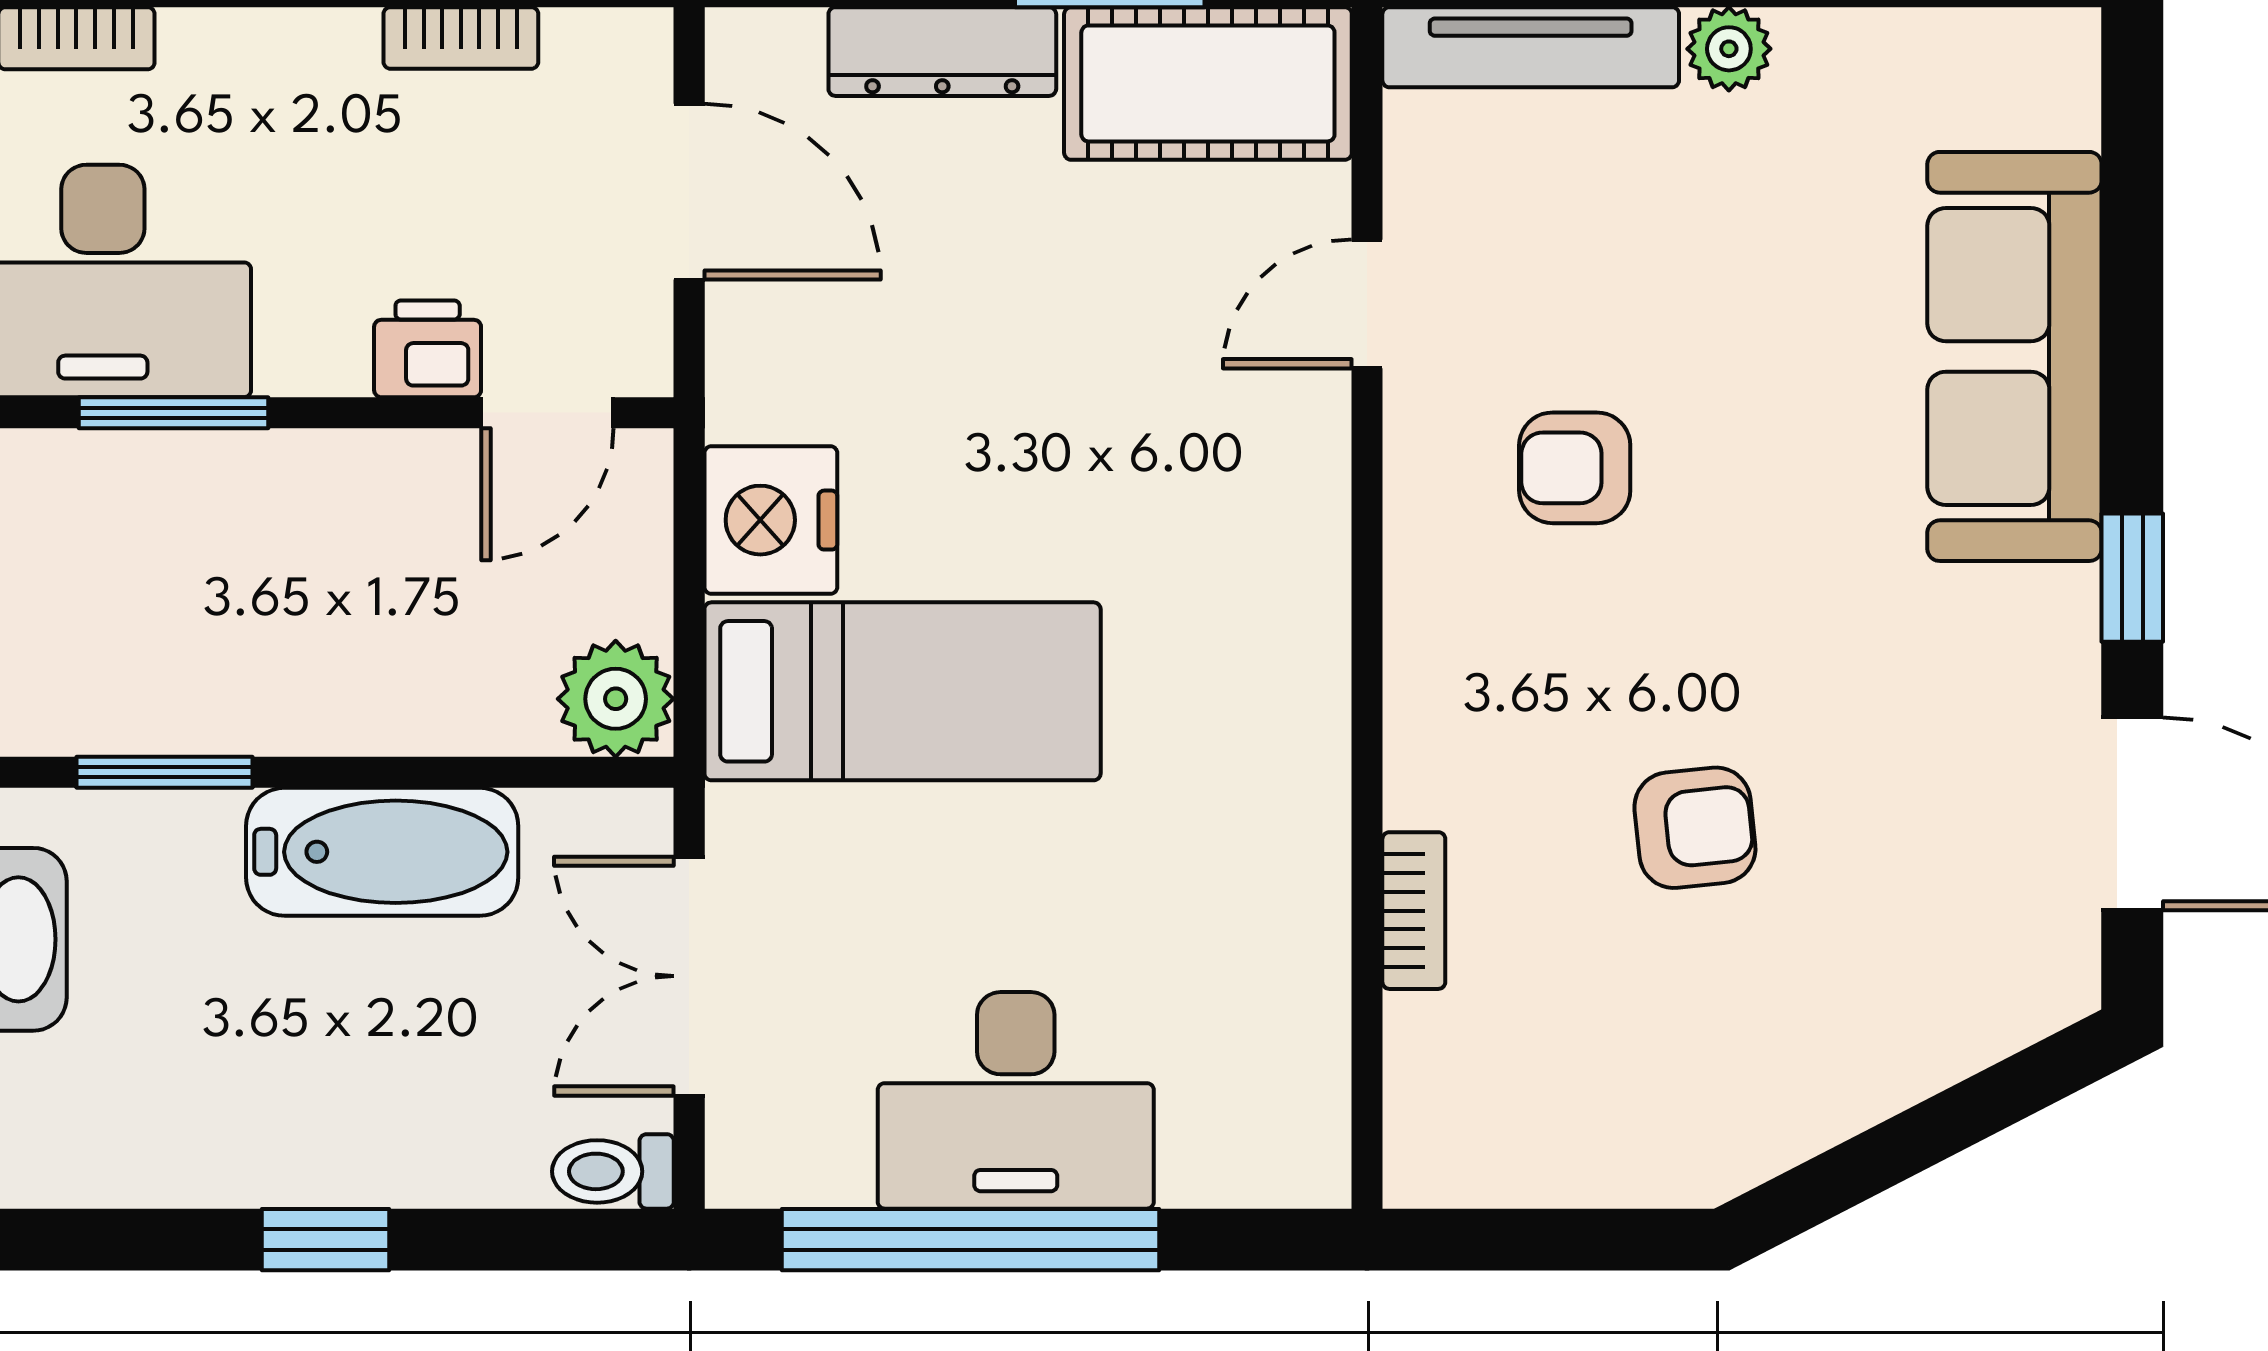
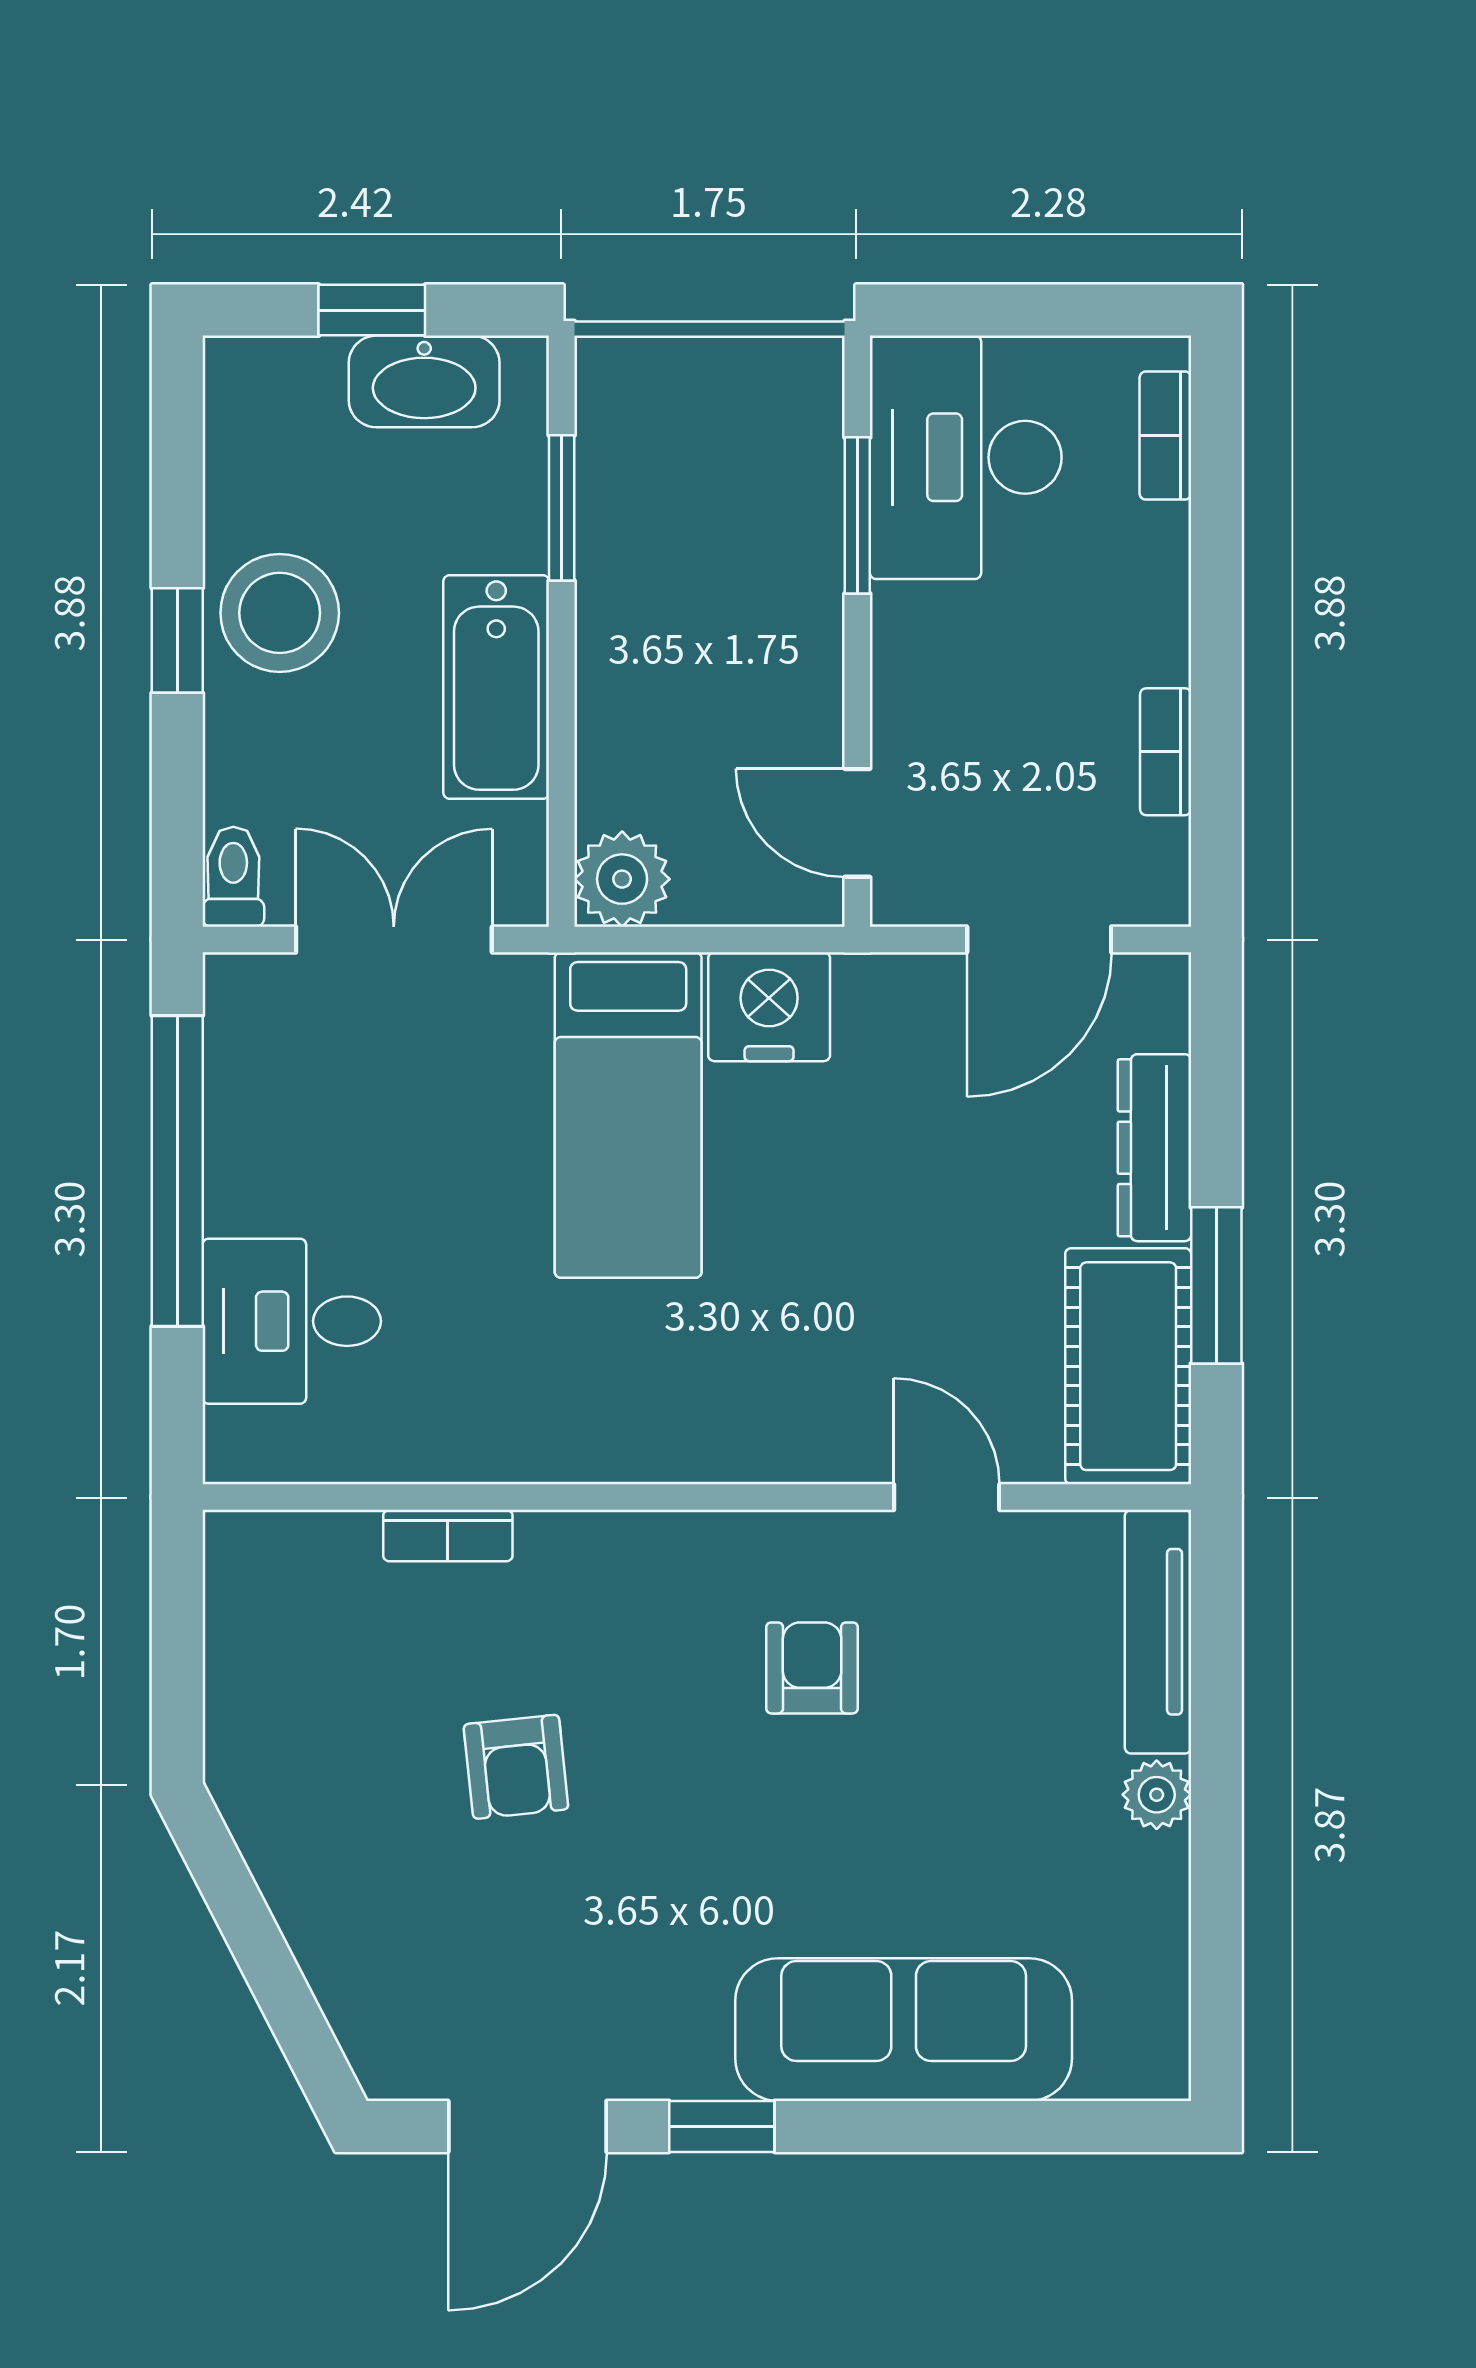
printer: (428, 349) -> (910, 724), removed
desk: (1016, 1100) -> (292, 1321), moved, width x0.73
stool: (292, 1115) -> (280, 613), added

